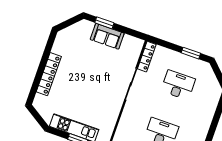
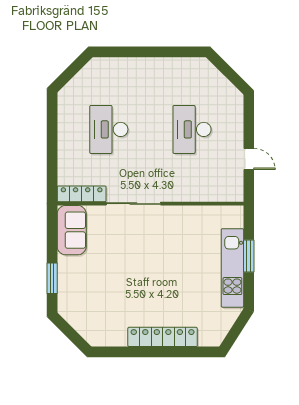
sofa: (107, 36) -> (72, 230), moved
window: (191, 53) -> (52, 127), removed

